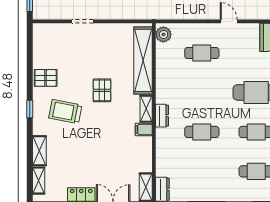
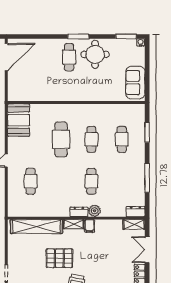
plant: (163, 34) -> (95, 211), moved
pallet: (102, 90) -> (59, 258), width x1.50, depth x1.42

